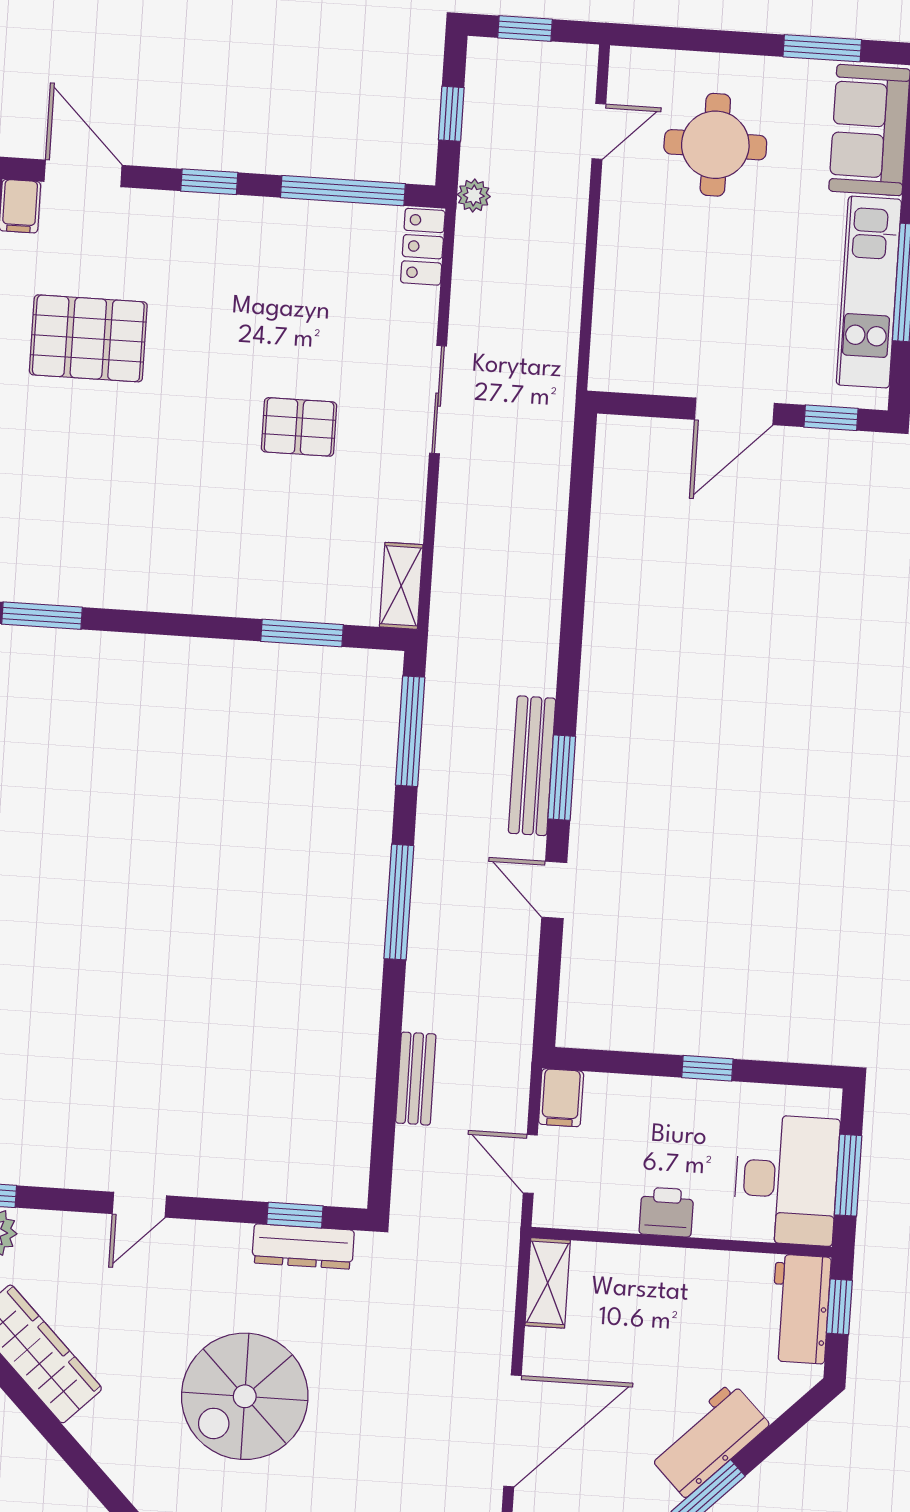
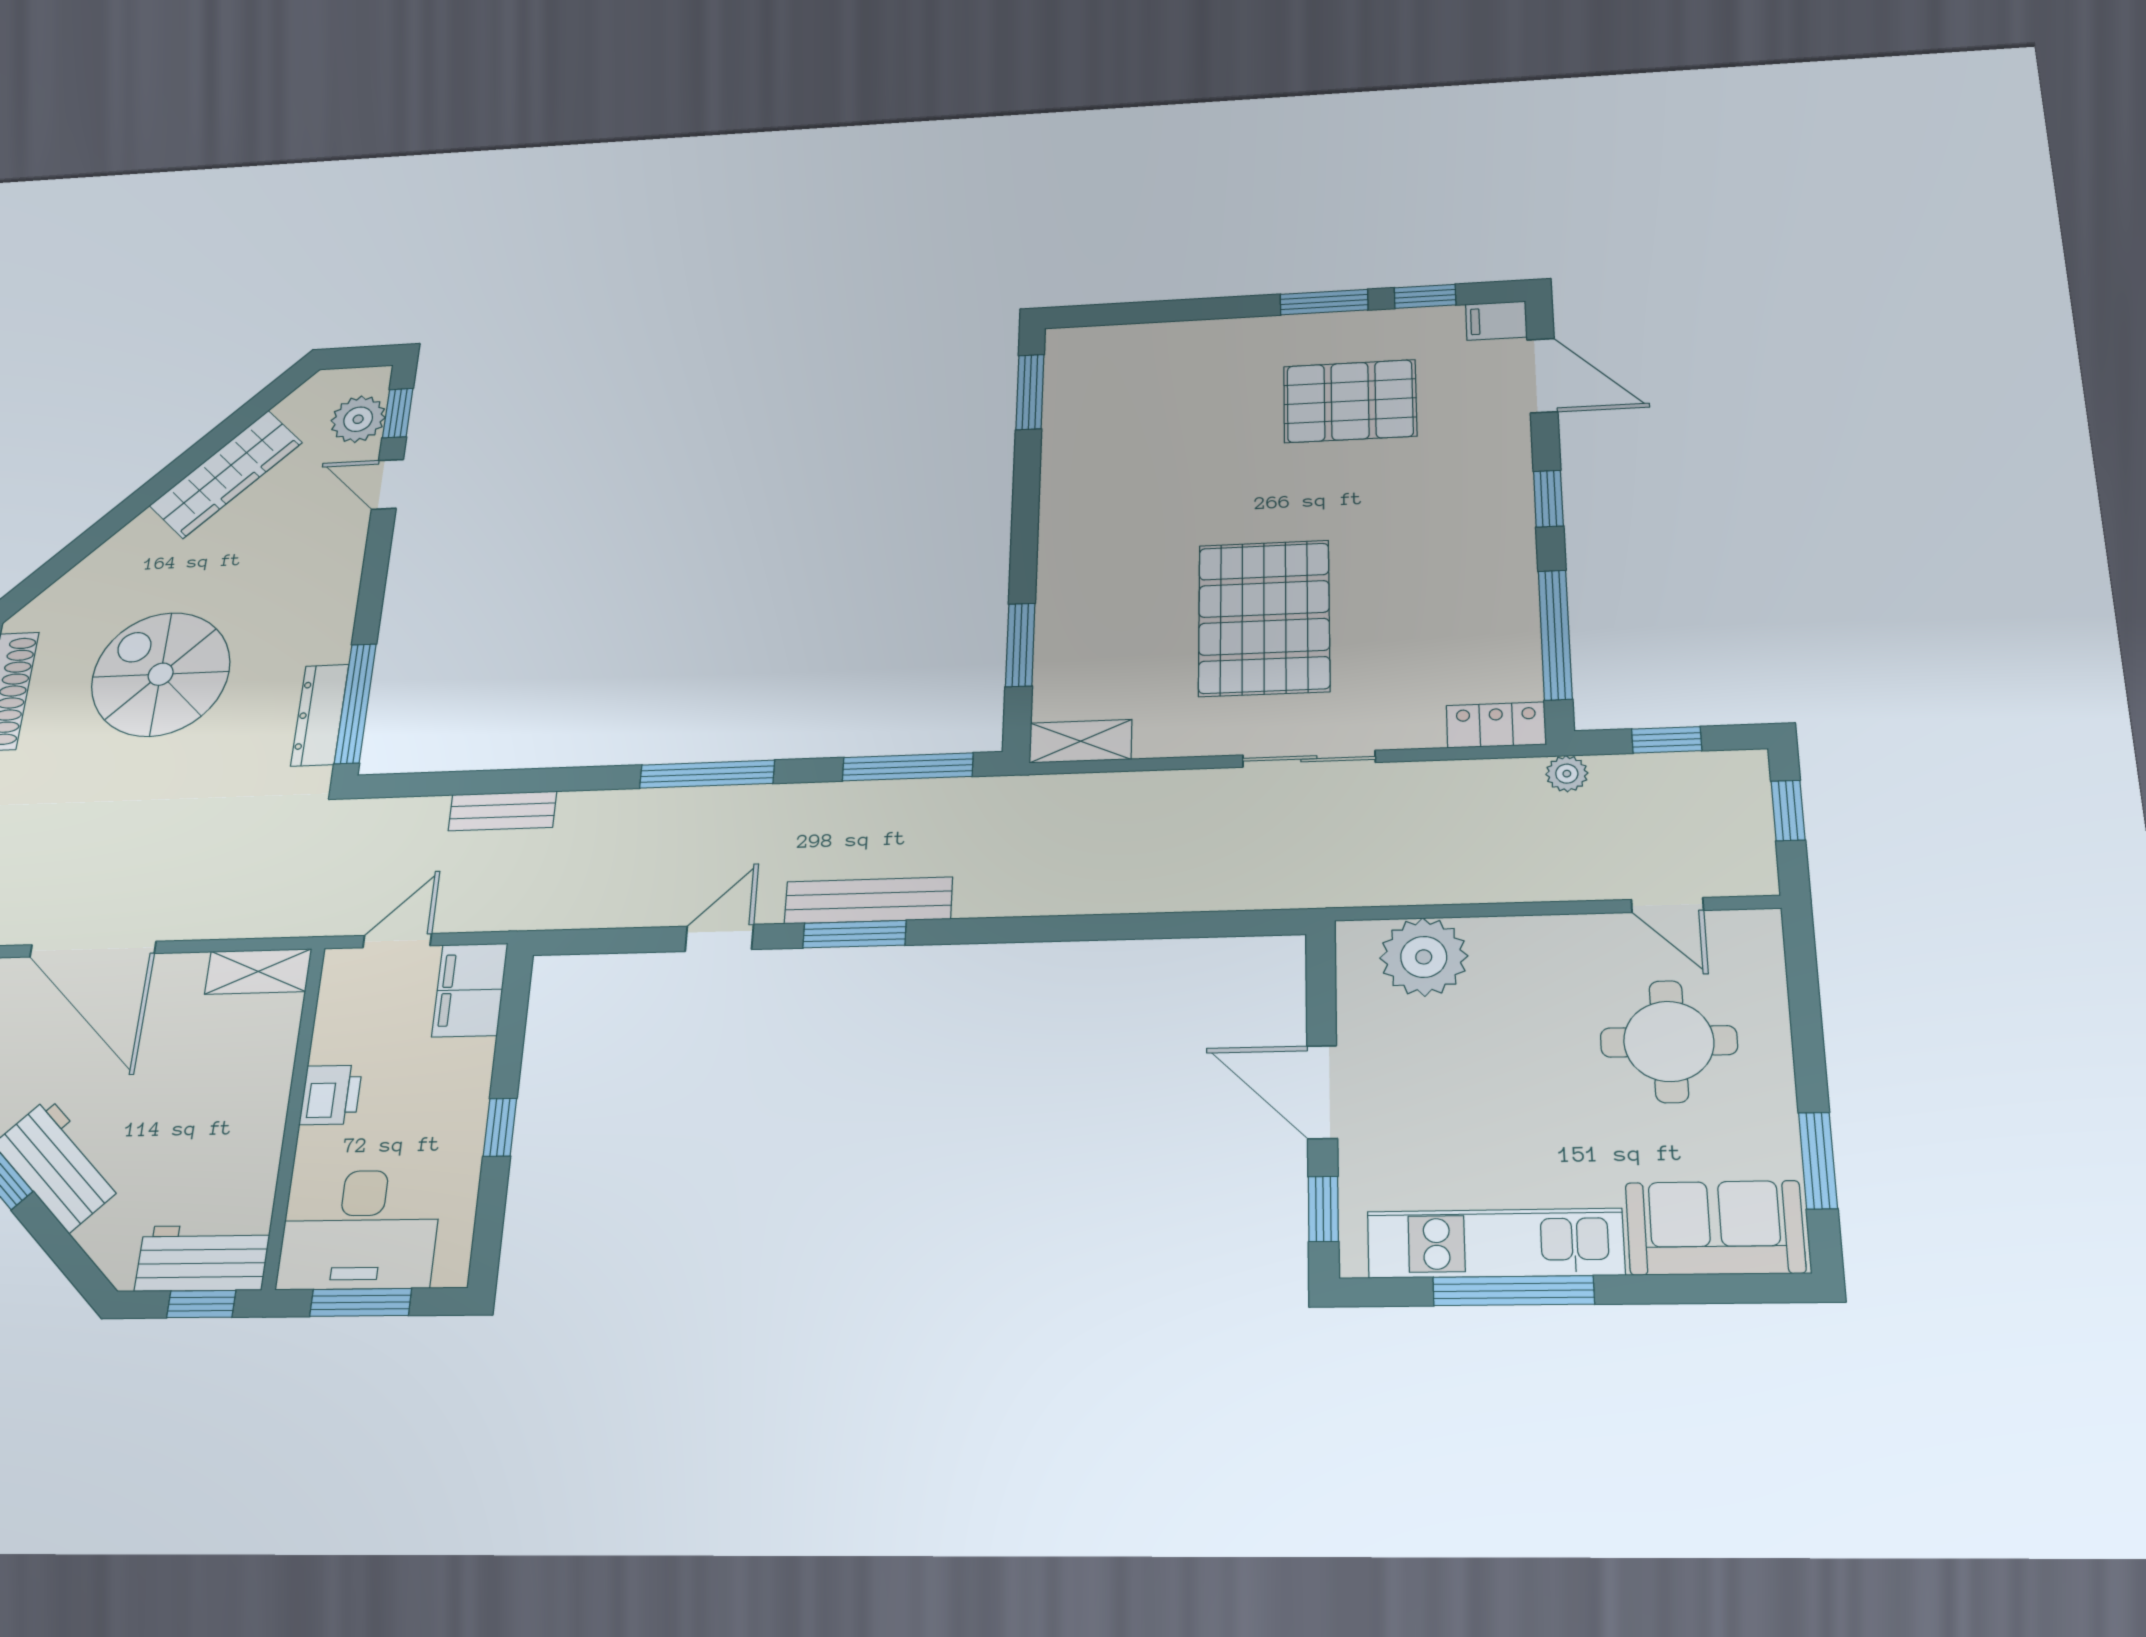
door: (83, 173) -> (1542, 376), hinge flipped
plant: (626, 323) -> (1424, 957), added
pallet: (88, 338) -> (1350, 401), turned 90
pallet: (299, 427) -> (1264, 618), width x2.05, depth x2.00
filing cabinet: (561, 1098) -> (470, 990), width x2.00
door: (139, 1205) -> (387, 484), moved
window: (295, 1215) -> (355, 703), width x2.17

